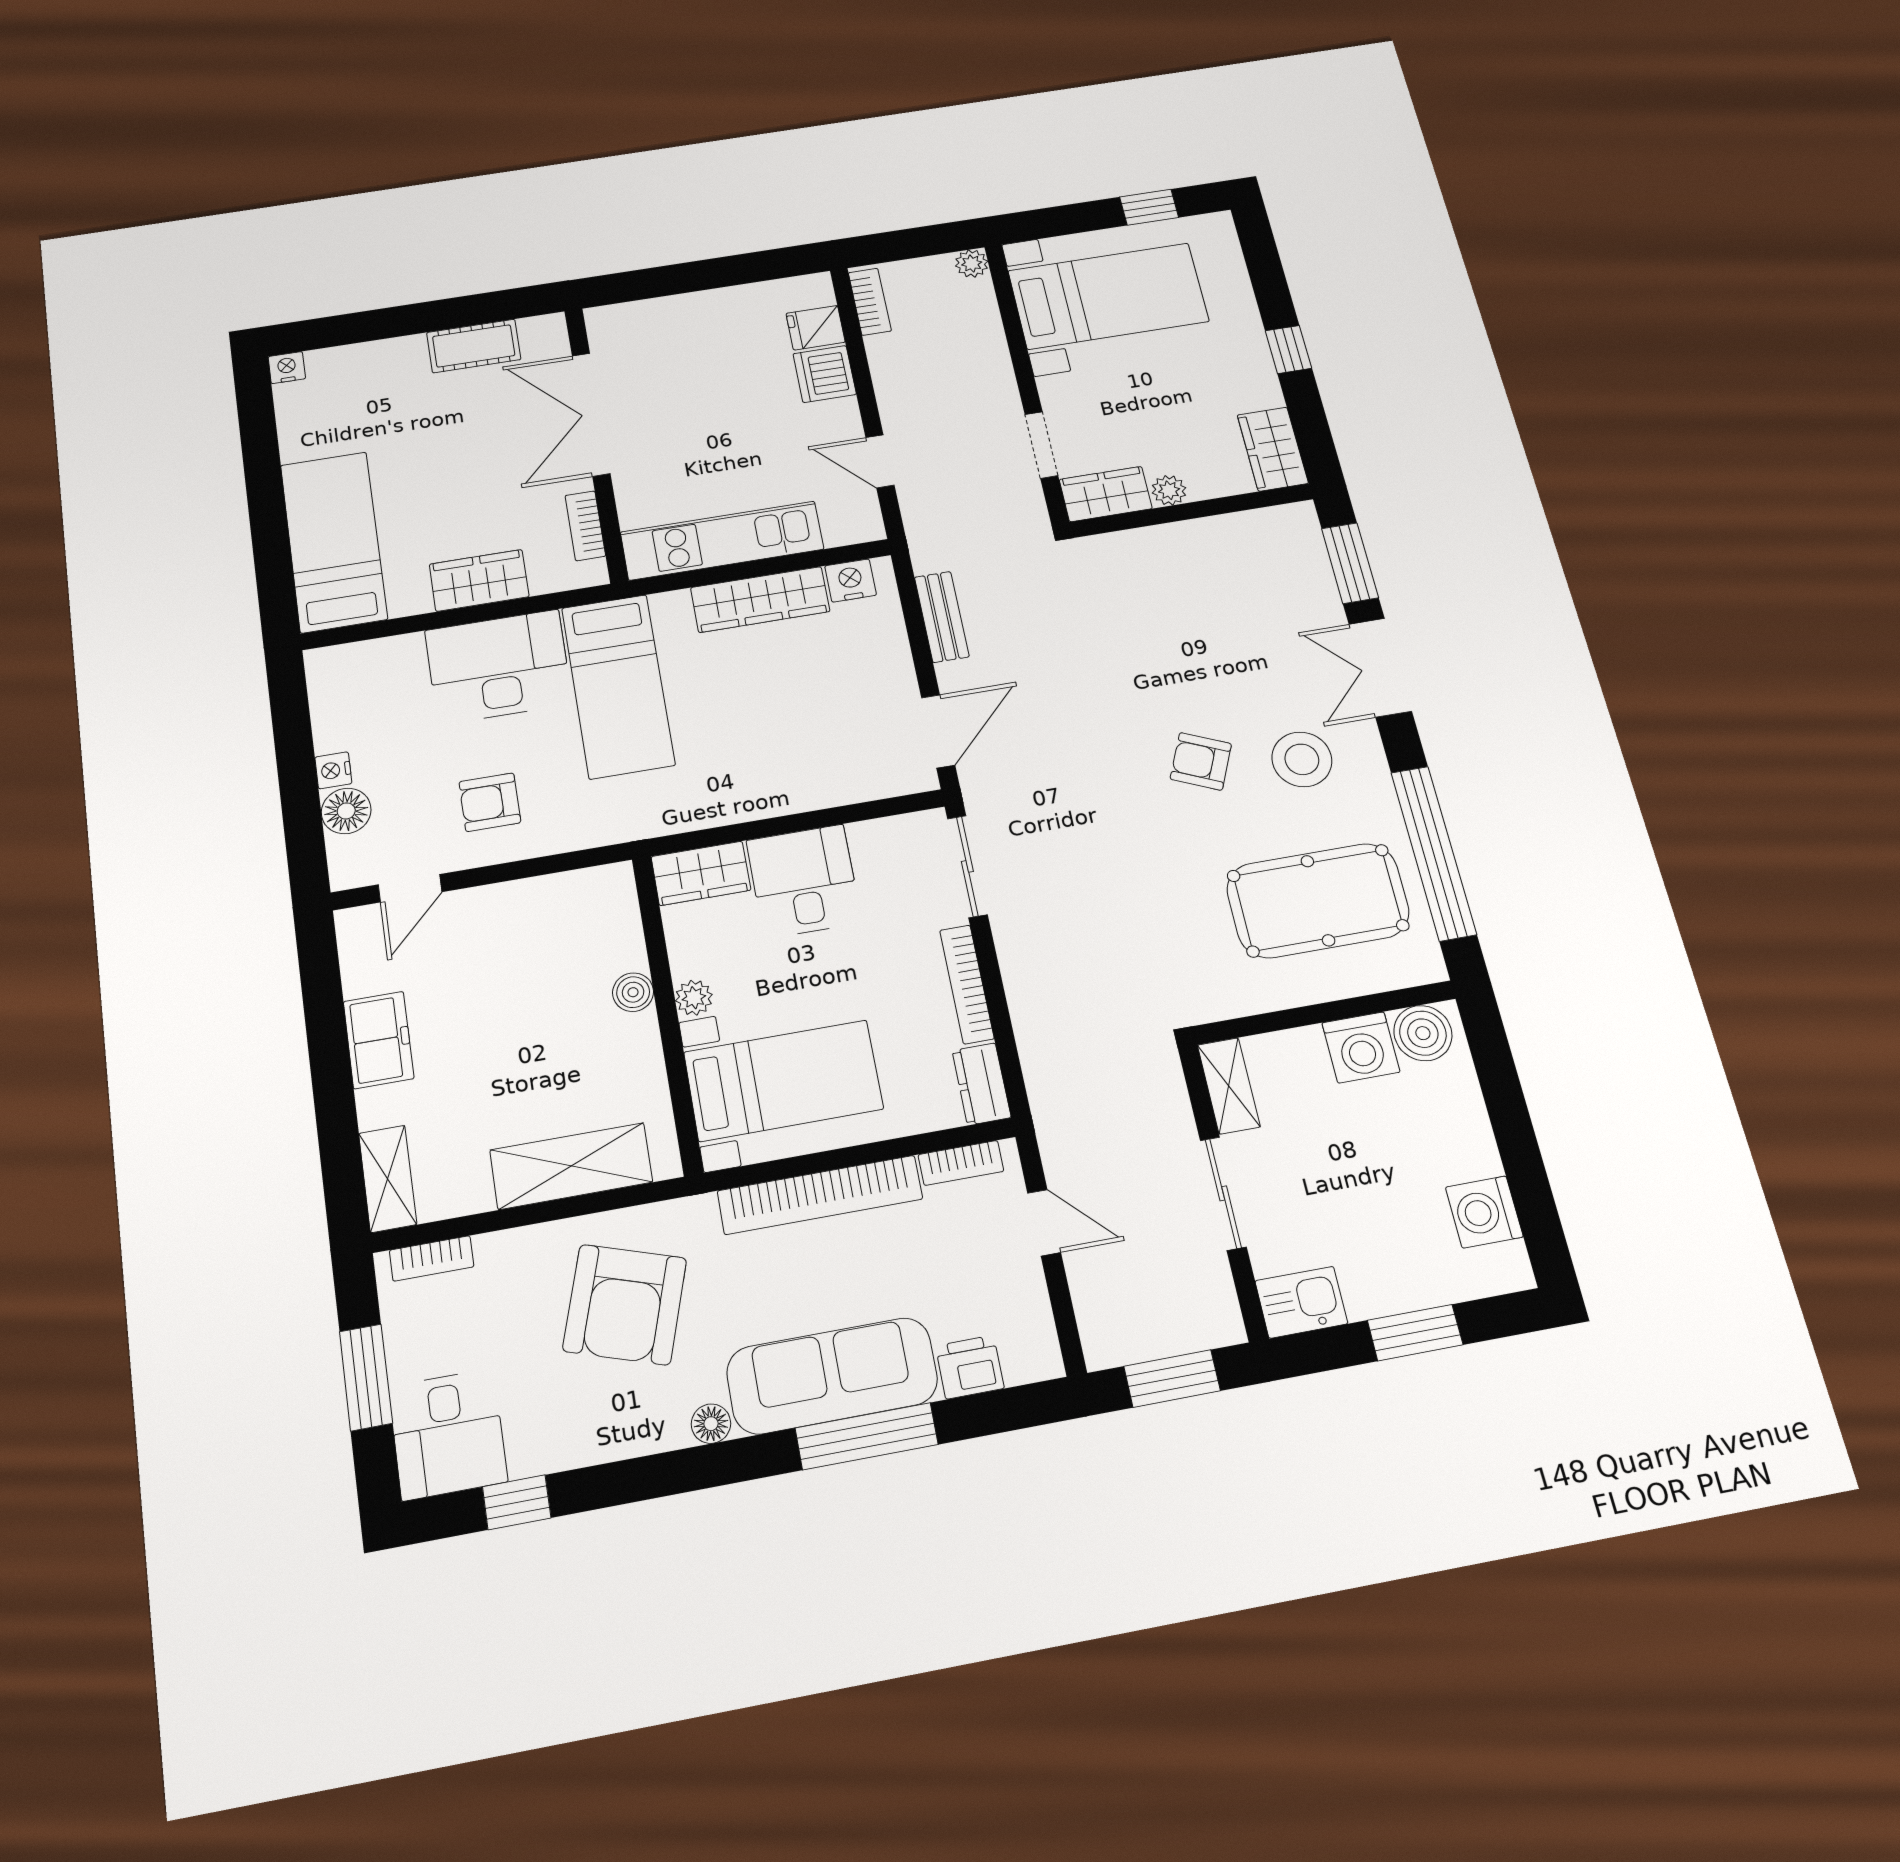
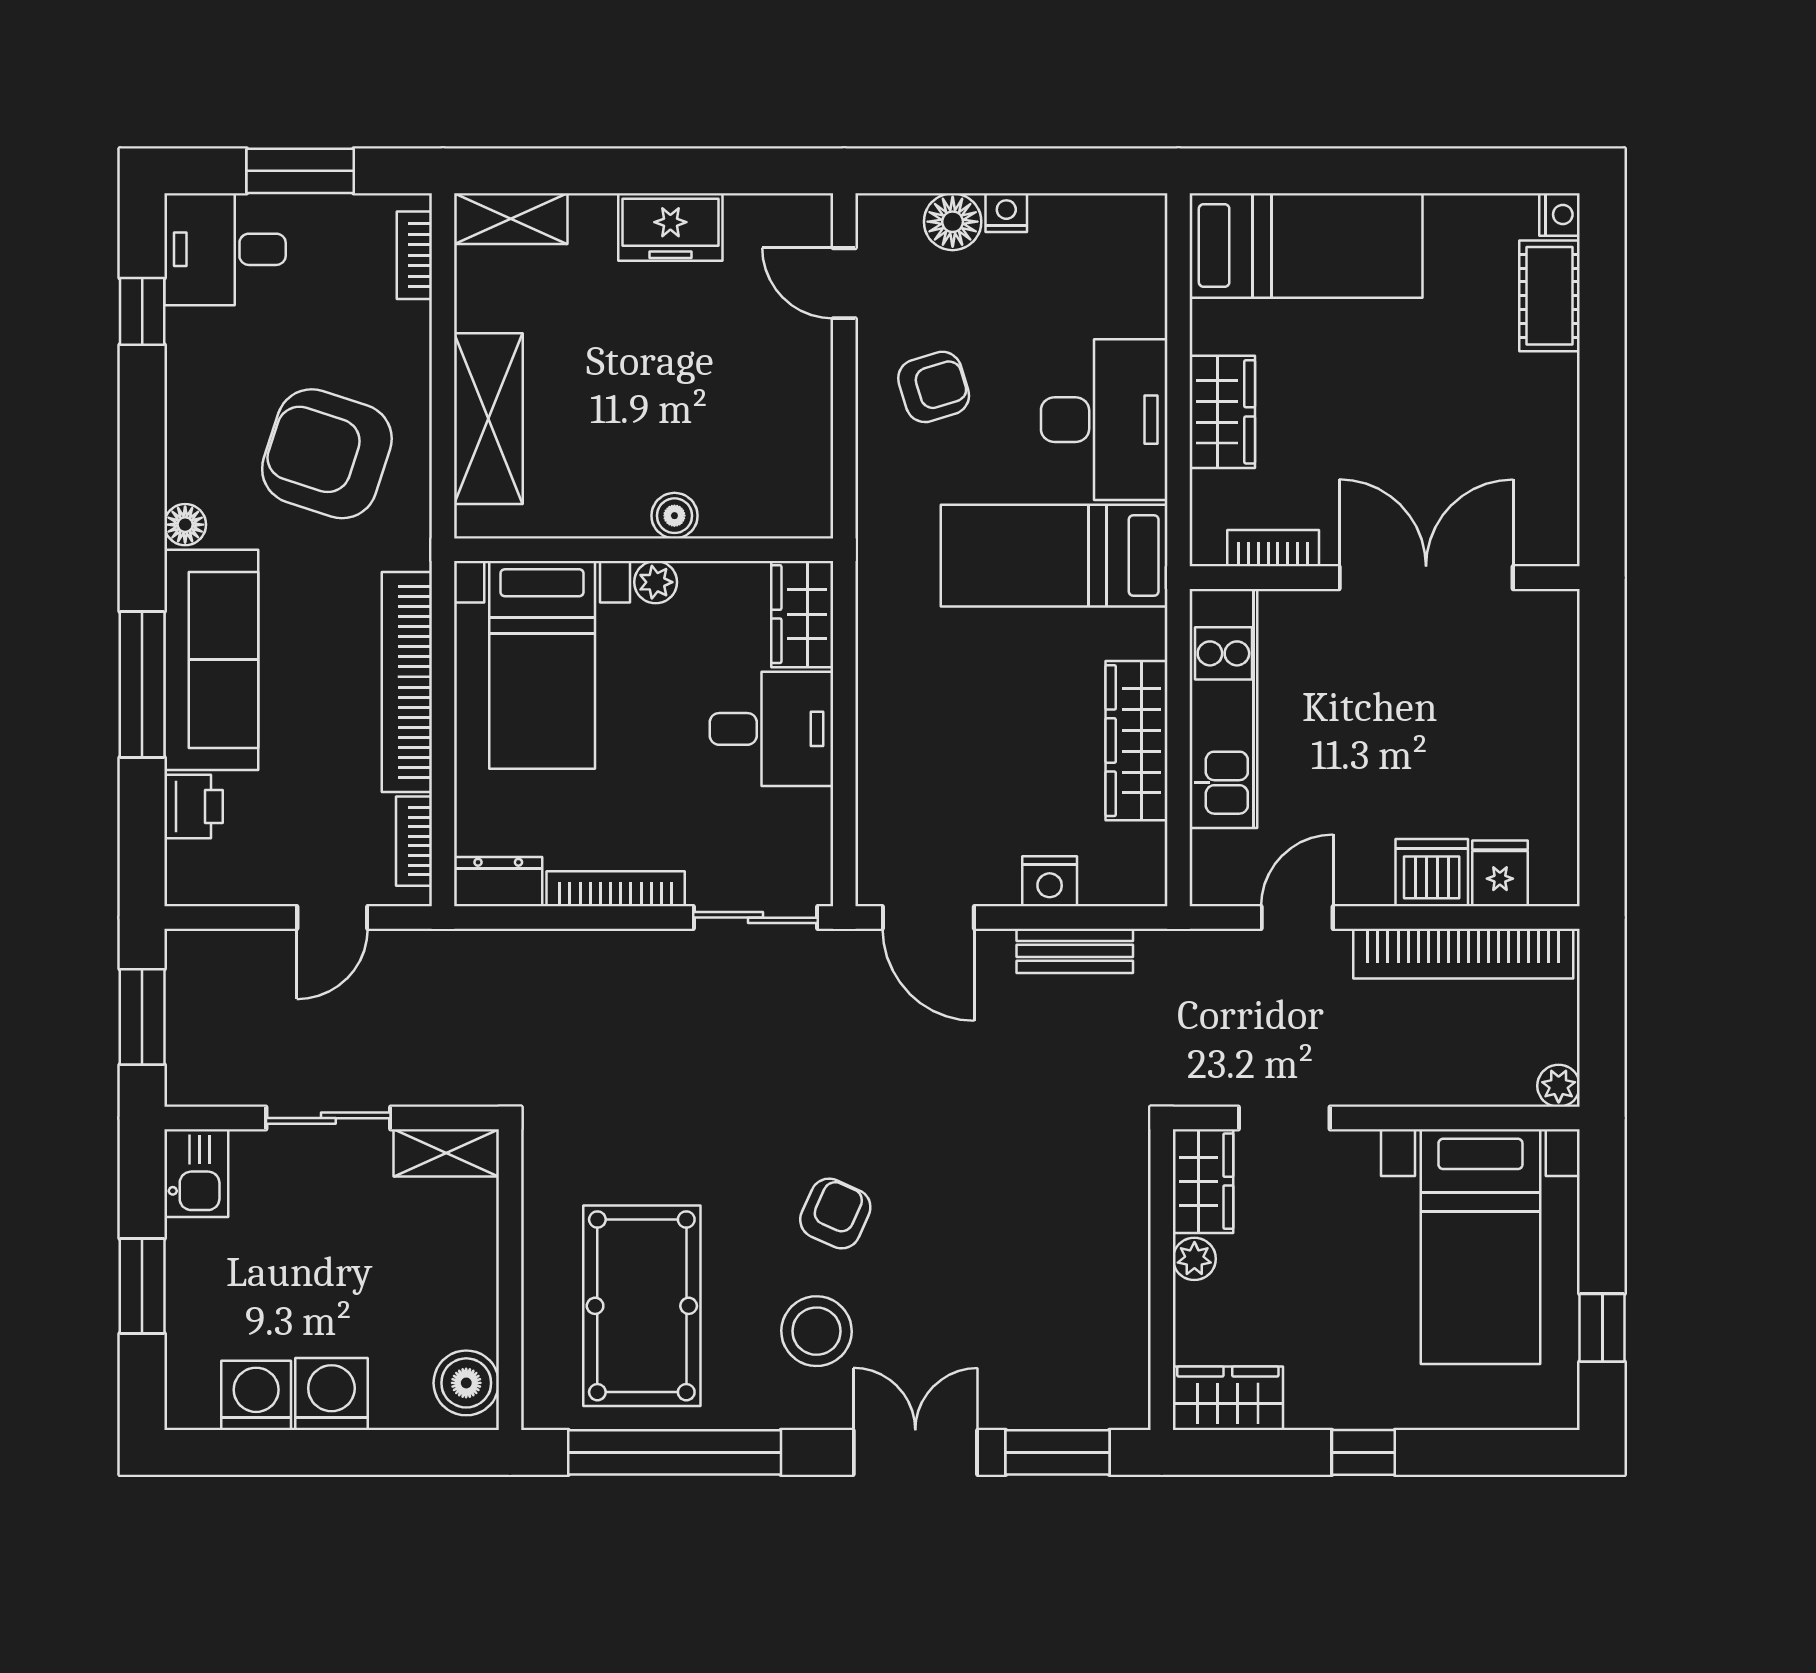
bookcase: (870, 302) -> (1463, 954), width x2.31, depth x1.31
cot: (474, 346) -> (1550, 296), moved
nightstand: (851, 580) -> (1050, 881), moved, turned 90
armchair: (490, 802) -> (934, 387), turned 73
washing machine: (1361, 1047) -> (331, 1394), moved, turned 90

